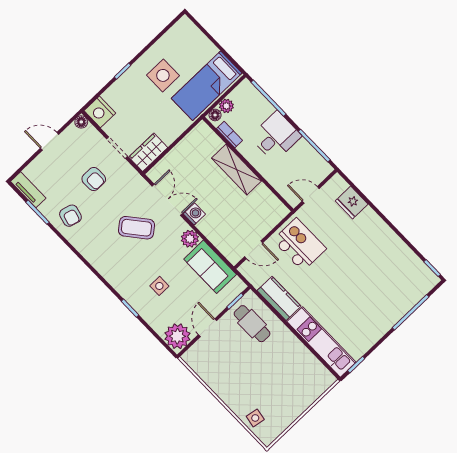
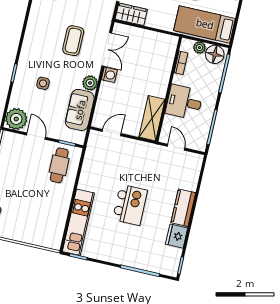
floor lamp: (215, 115) -> (215, 54), moved, width x1.89, depth x1.89
desk: (276, 136) -> (184, 102), moved, turned 180
shelving: (237, 169) -> (152, 118), moved
fridge: (352, 203) -> (177, 236), moved
coffee table: (136, 228) -> (73, 41), turned 39
kitchen island: (300, 244) -> (130, 205), moved
door: (254, 250) -> (112, 133), swing flipped
kitchen counter: (279, 298) -> (183, 208), moved, turned 180
door: (208, 328) -> (36, 136), hinge flipped

